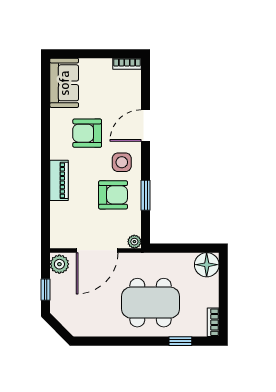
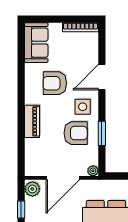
bookcase: (127, 64) -> (80, 27), width x1.56

